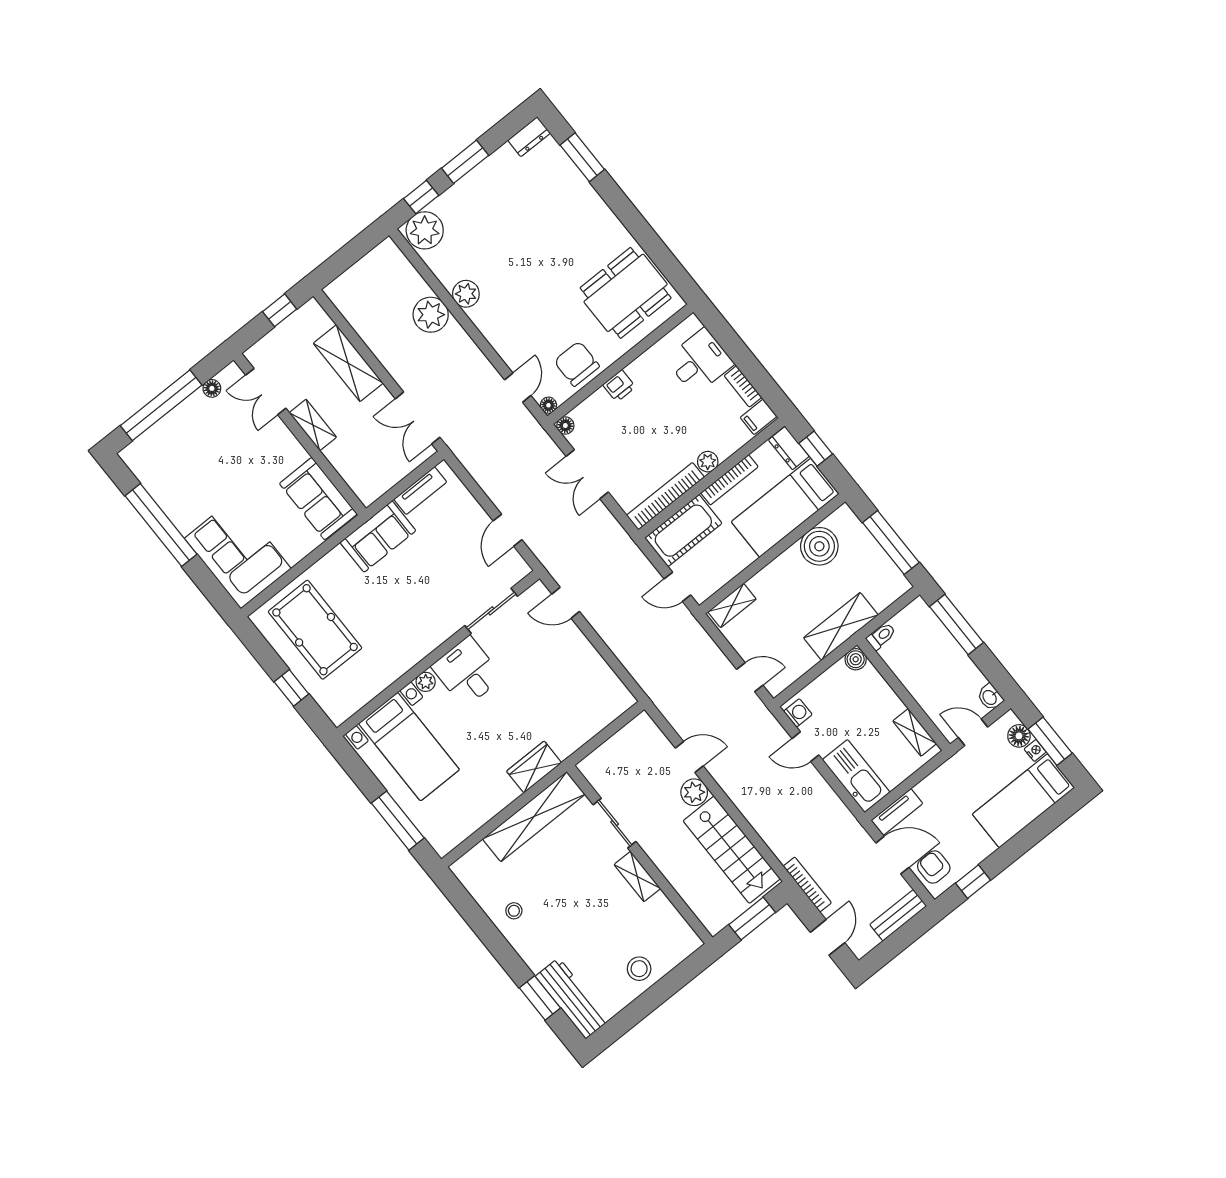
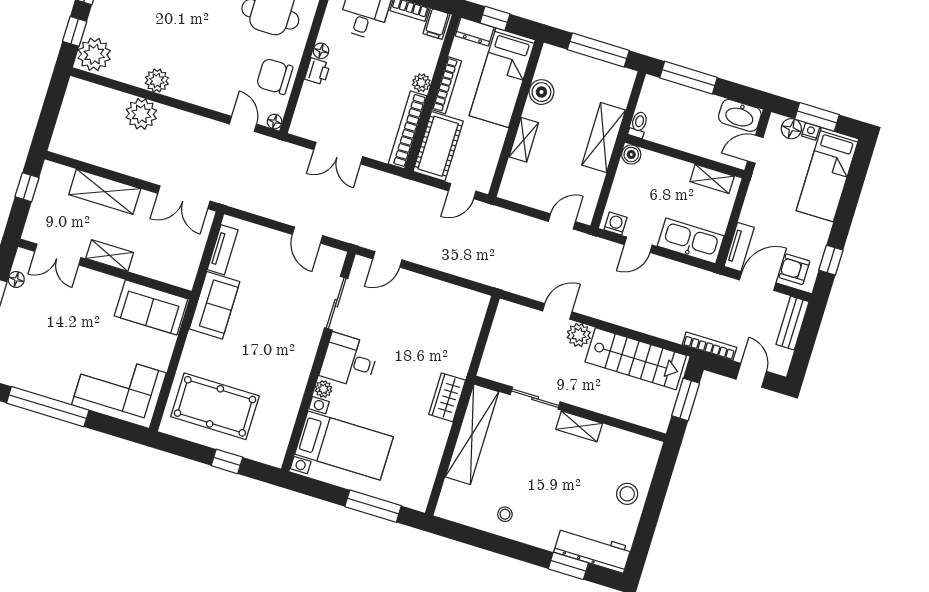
floor lamp: (565, 425) -> (321, 51), moved
boiler: (819, 546) -> (541, 92), width x0.73, depth x0.73
shelving: (732, 605) -> (524, 140), moved
washbasin: (990, 697) -> (740, 115), width x1.91, depth x1.45

